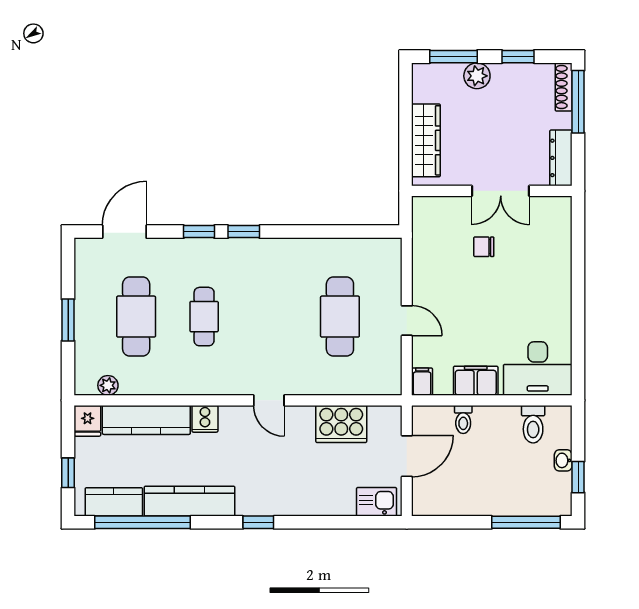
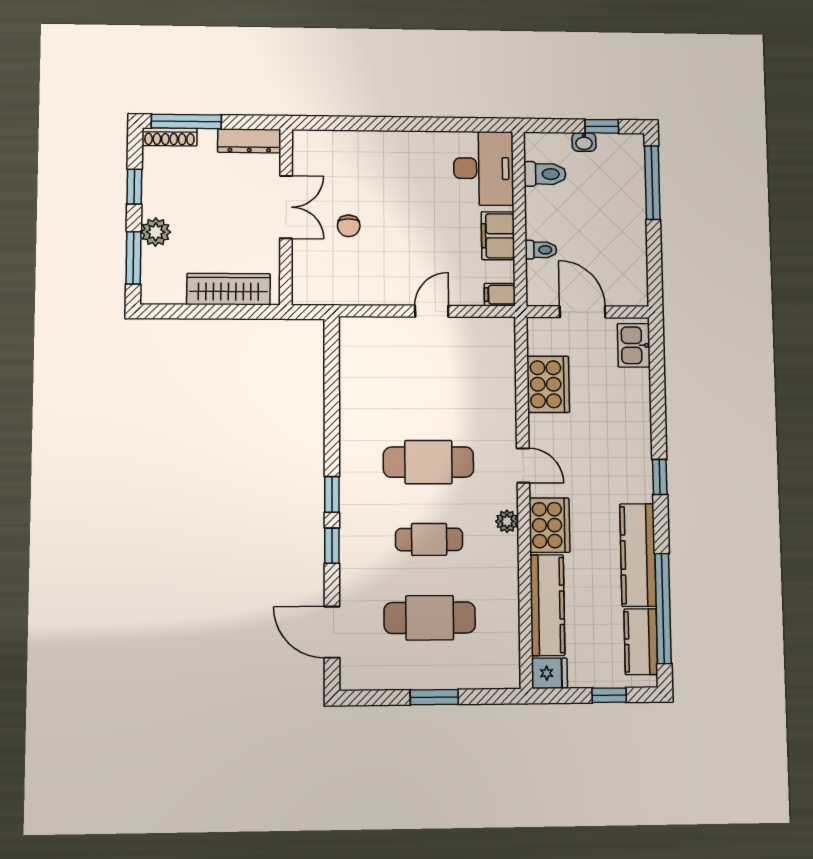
cafe table: (340, 317) -> (428, 462), moved
plant: (108, 385) -> (507, 521), moved
door: (269, 400) -> (523, 465), hinge flipped
cooker: (205, 419) -> (549, 525), width x1.87, depth x1.31

